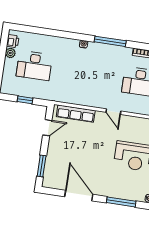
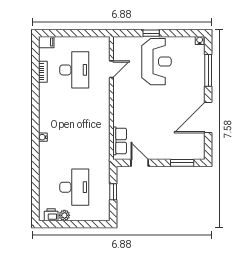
window: (110, 41) -> (35, 109), removed
door: (113, 112) -> (111, 69), moved
row of seats: (76, 114) -> (120, 141), width x0.68

